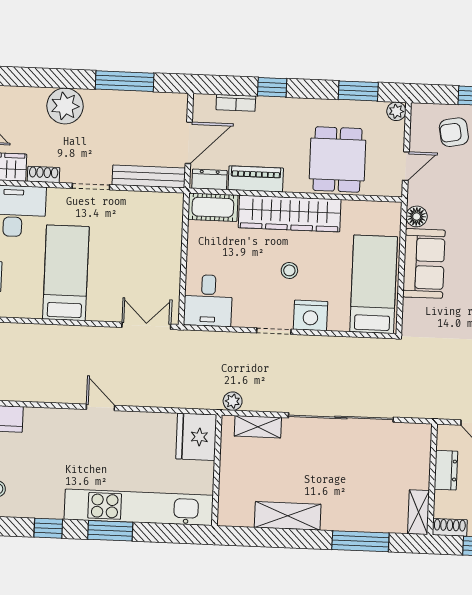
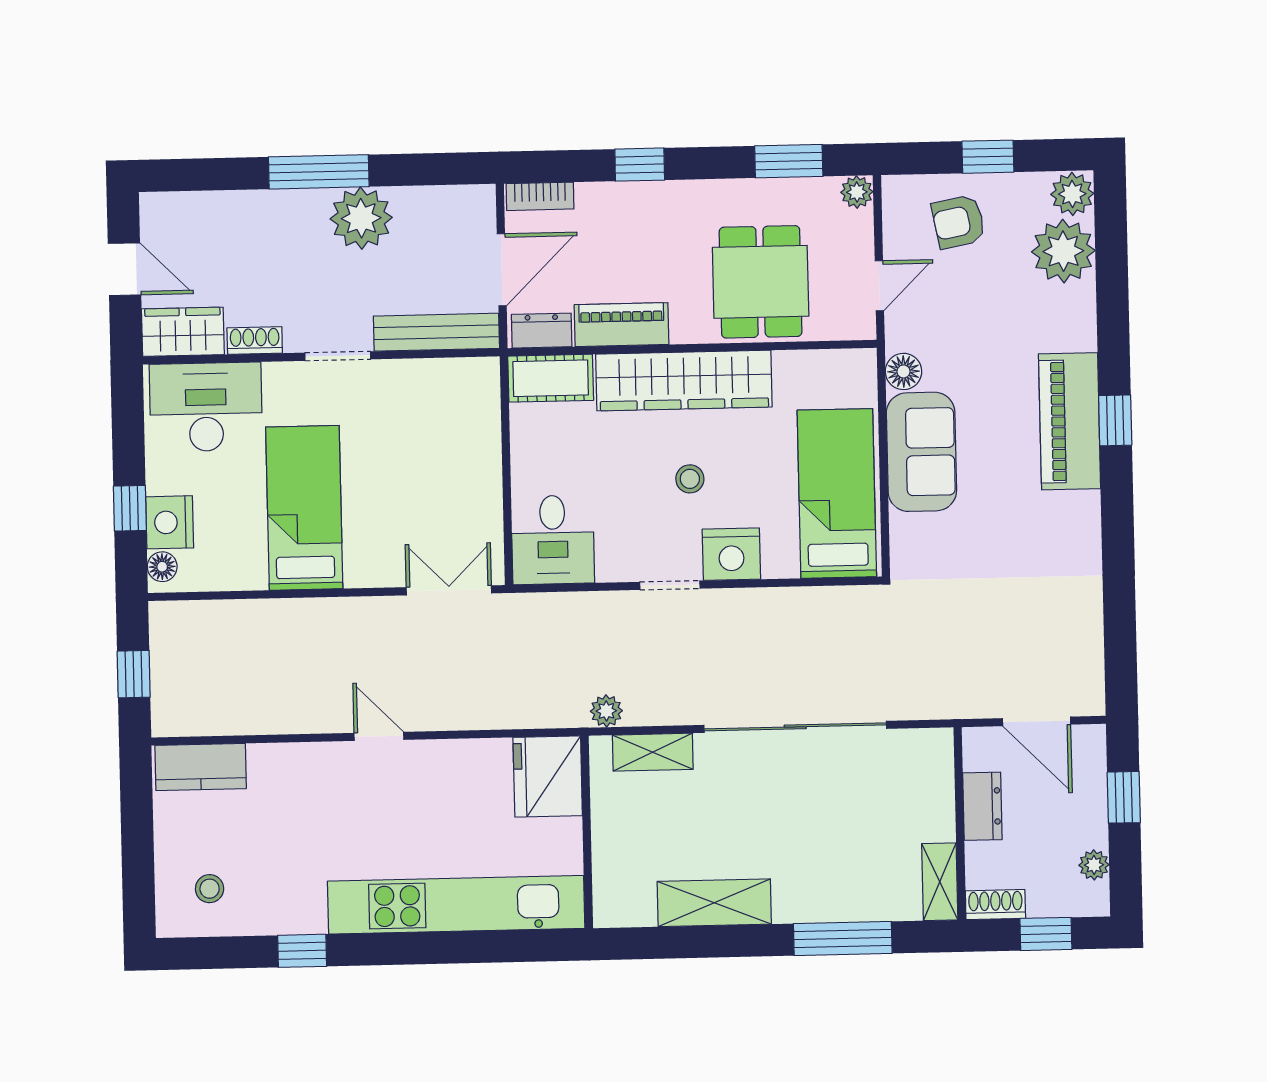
window: (125, 81) -> (319, 172), moved
bookcase: (236, 103) -> (540, 196), moved
plant: (65, 106) -> (361, 218), moved
window: (110, 531) -> (410, 948), removed

